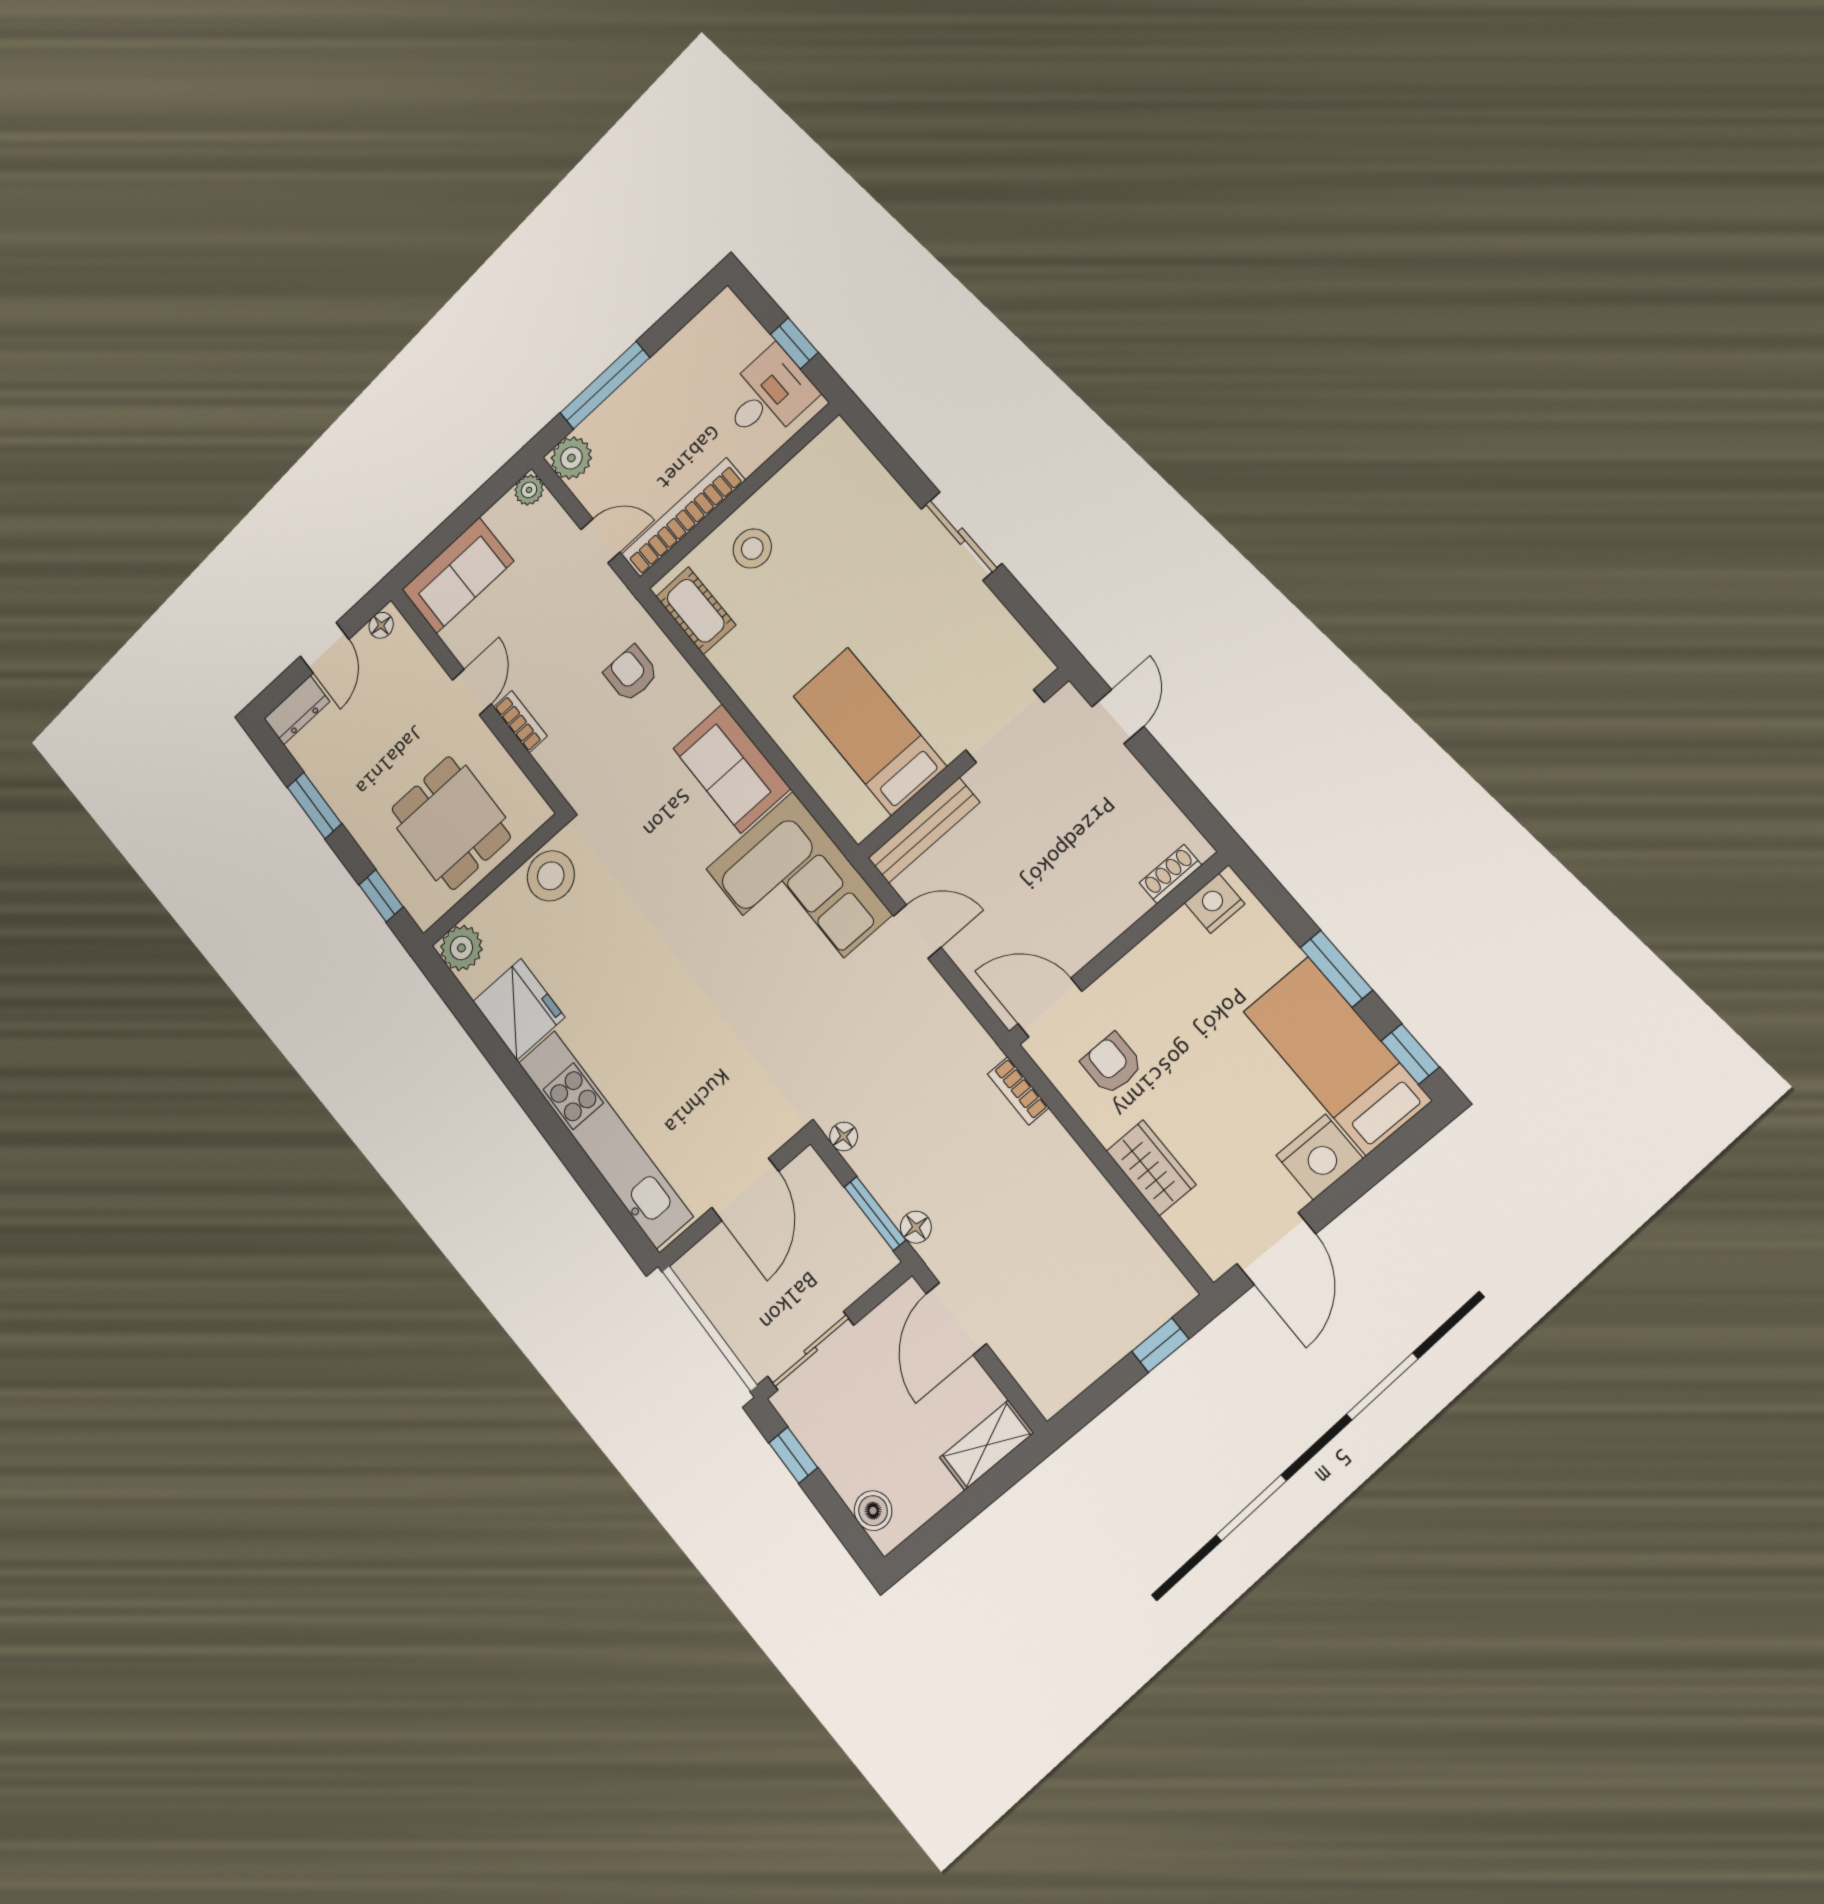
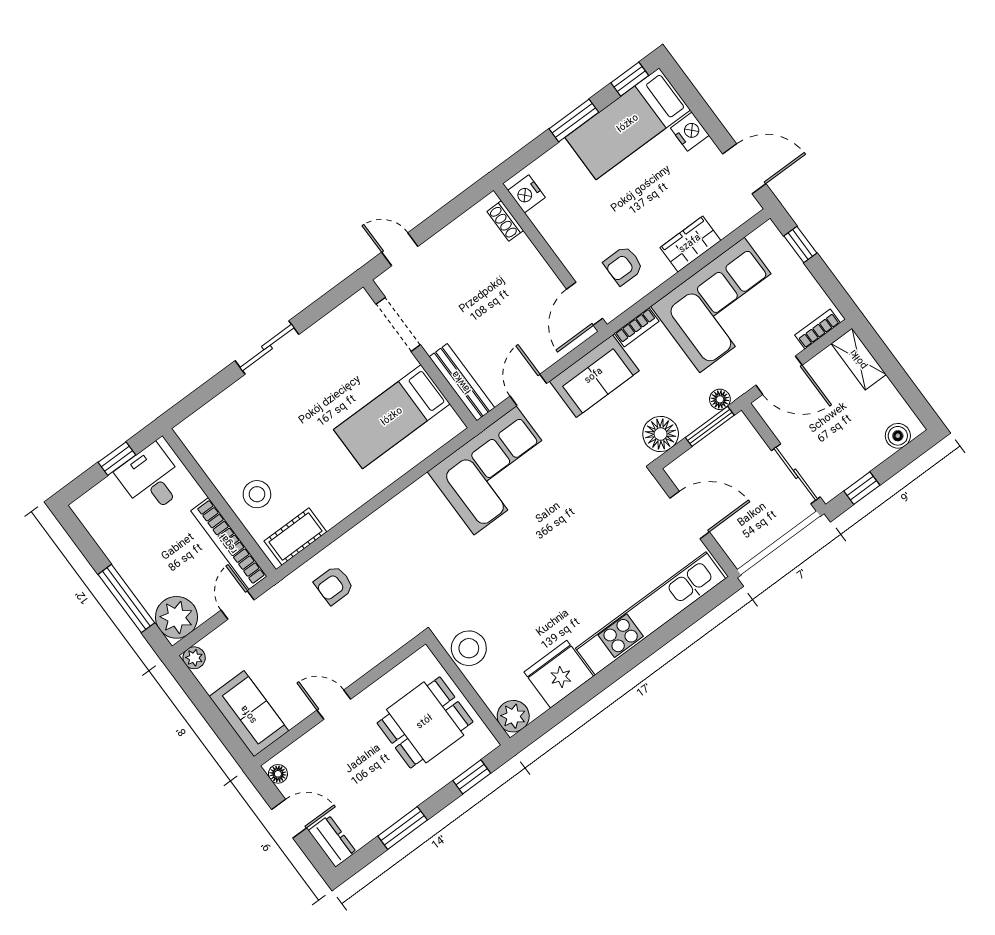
plant: (571, 458) -> (176, 617), width x1.36, depth x1.36
bookcase: (520, 722) -> (818, 329), moved
sofa: (732, 768) -> (594, 376), moved
floor lamp: (844, 1136) -> (661, 434), width x1.89, depth x1.89
nightstand: (1319, 1157) -> (690, 132), width x0.74, depth x0.75
corner sofa: (1059, 1223) -> (722, 305), added

